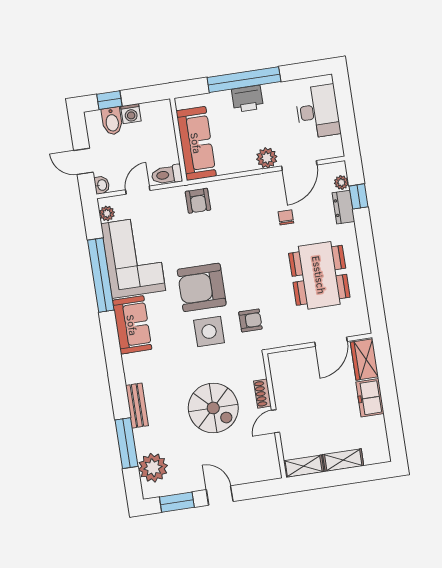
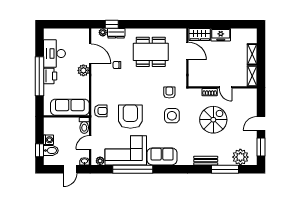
desk: (318, 111) -> (54, 53), moved, turned -90
door: (138, 190) -> (90, 142), hinge flipped
armchair: (202, 287) -> (130, 117), moved, turned 180

